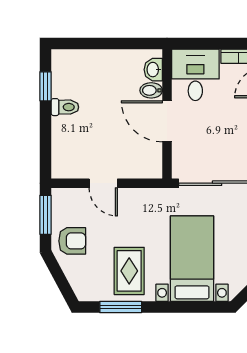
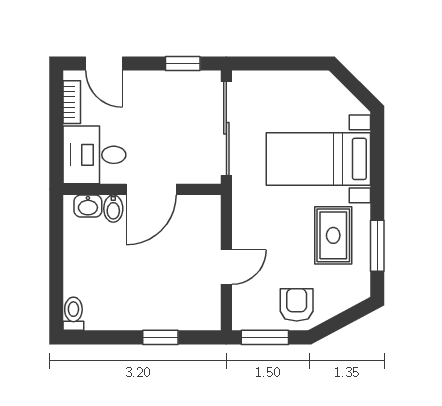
window: (45, 86) -> (160, 337), moved
toilet: (65, 107) -> (73, 314), moved
rug: (129, 271) -> (333, 235), turned 90

